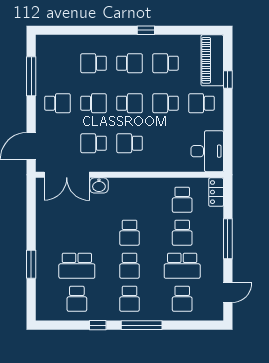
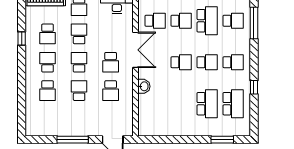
window: (146, 30) -> (22, 38), moved
window: (31, 76) -> (73, 140), moved
school desk: (58, 103) -> (79, 119), removed
school desk: (165, 103) -> (79, 34), turned 180
double door: (67, 175) -> (135, 50), moved
window: (31, 264) -> (222, 140), moved
school desk: (77, 299) -> (233, 104), width x1.85
window: (142, 325) -> (254, 23), moved

